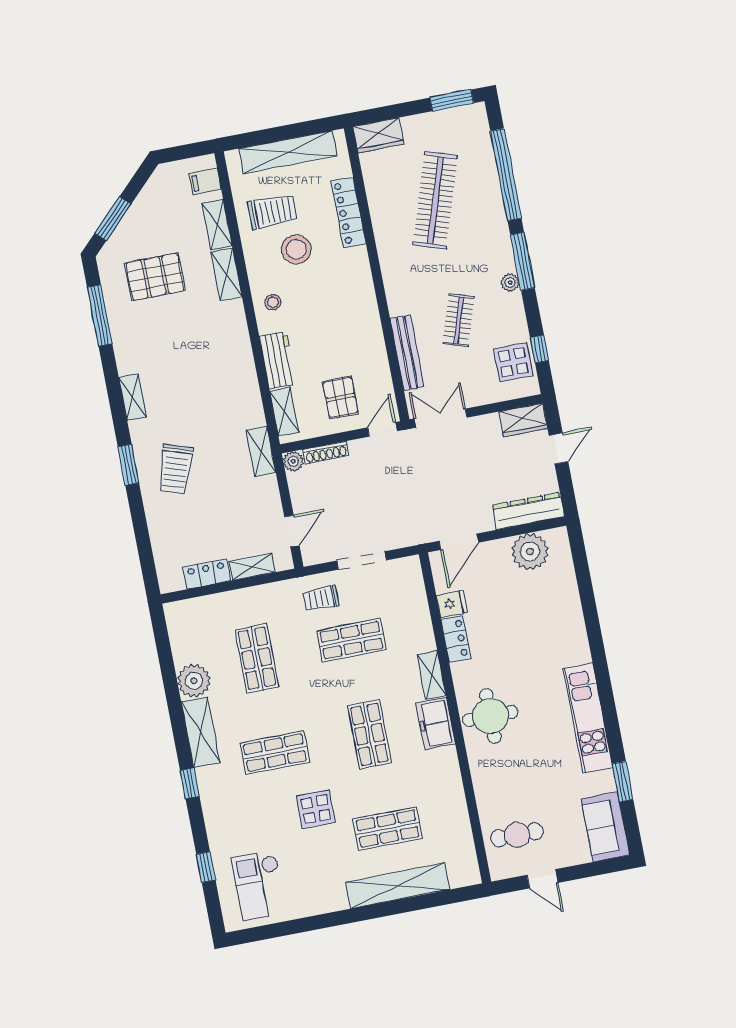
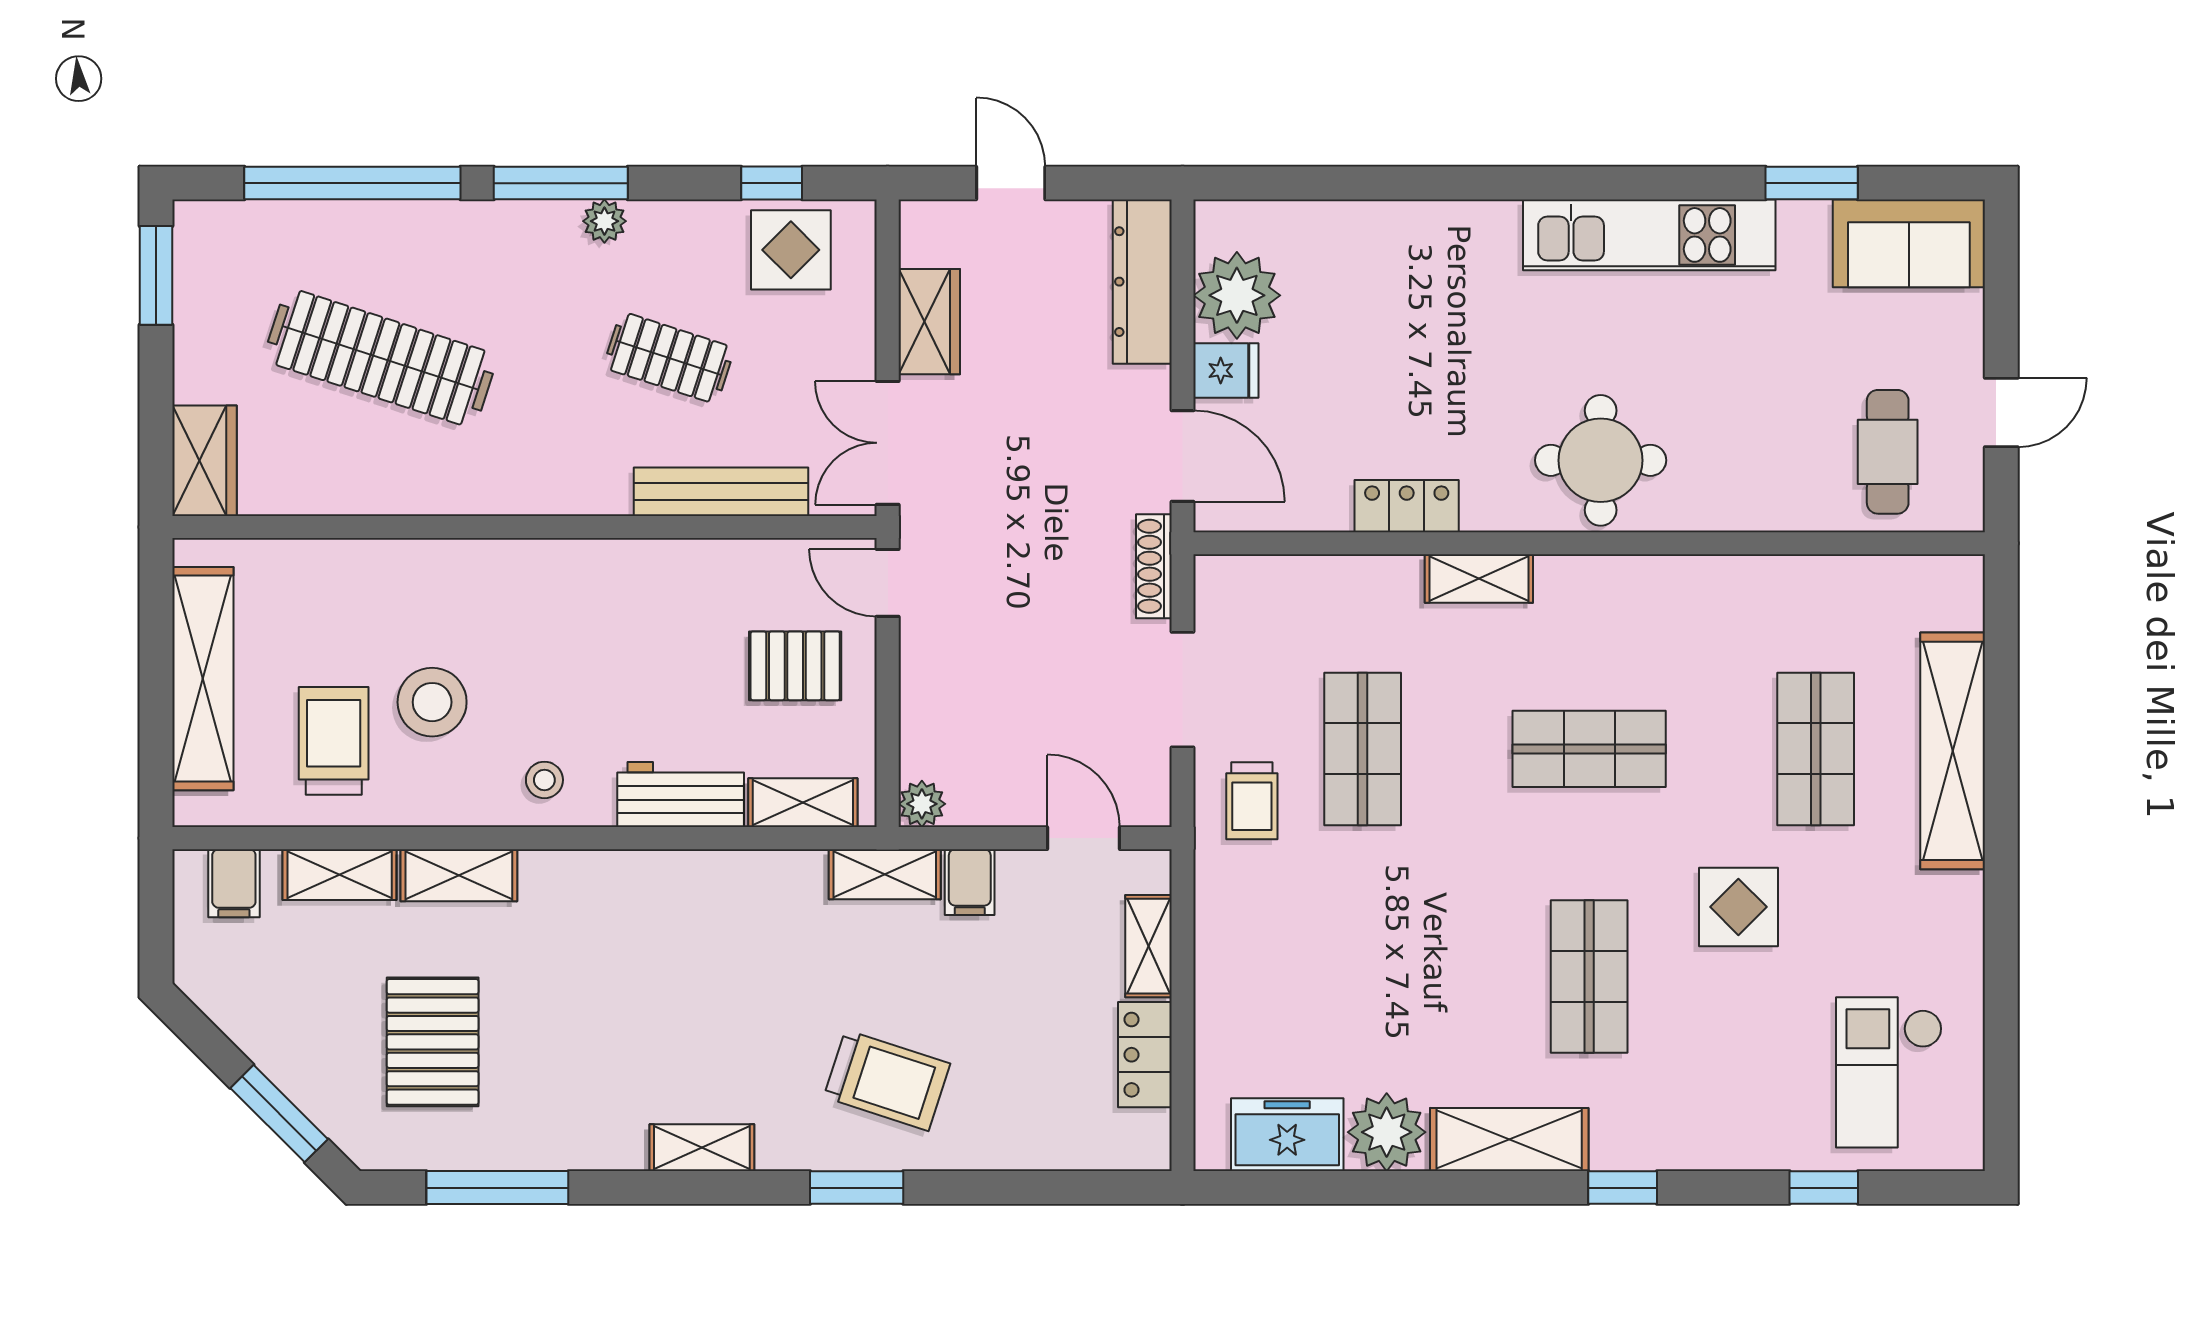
locker: (349, 212) -> (370, 565), removed
wardrobe: (523, 420) -> (929, 322), moved
shoe rack: (326, 452) -> (1154, 566), moved, turned 180
filing cabinet: (265, 487) -> (970, 882), added
fridge: (452, 604) -> (1226, 371), moved, turned 90
shop shelf: (257, 658) -> (1363, 976), removed
freezer: (436, 723) -> (1287, 1135), moved, turned 180
checkout: (259, 885) -> (1889, 1072), turned 90

